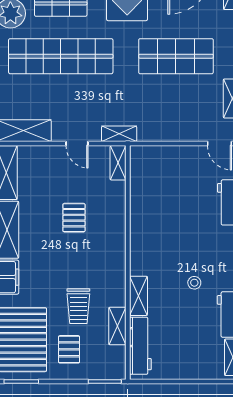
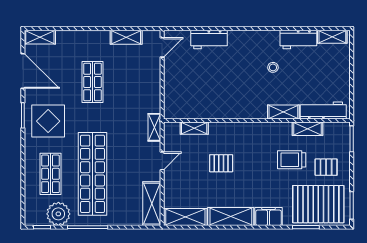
shop shelf: (176, 56) -> (93, 82), width x0.70, depth x0.74
shelving: (118, 163) -> (194, 128), moved
trolley: (78, 306) -> (292, 160), turned 180

